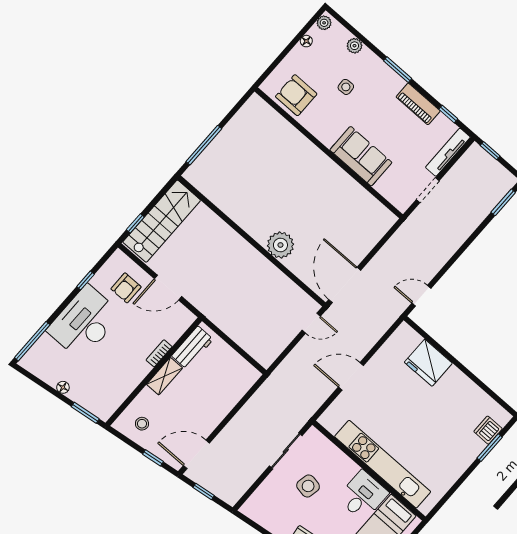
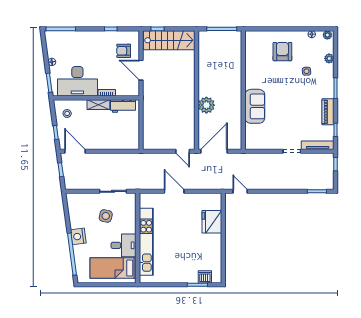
wall: (329, 153) -> (243, 90), moved
sofa: (361, 156) -> (255, 106), moved
desk: (84, 322) -> (77, 81), moved, turned 180

